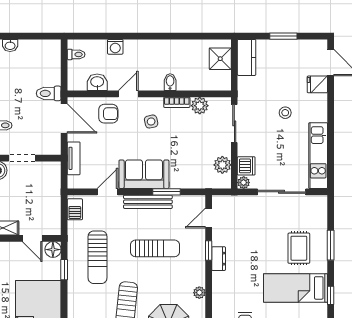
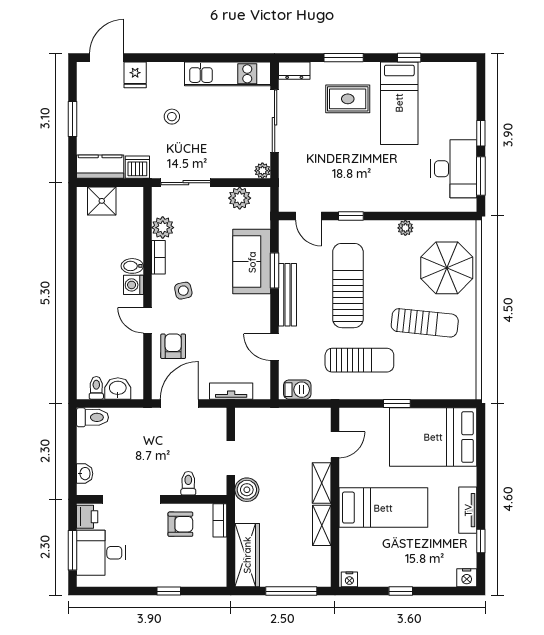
washing machine: (115, 47) -> (133, 285), moved, turned 180
washbasin: (97, 82) -> (118, 388), moved, turned 90
toilet: (49, 93) -> (92, 417), moved, turned -90
dishwasher: (246, 166) -> (137, 167), moved
sofa: (144, 174) -> (252, 262), moved
sun lounger: (155, 248) -> (348, 286), width x1.36, depth x1.34
floor lamp: (53, 250) -> (349, 418), removed
dresser: (219, 259) -> (294, 71), moved, turned 180
window: (64, 270) -> (397, 404), moved

